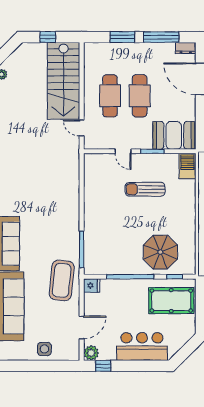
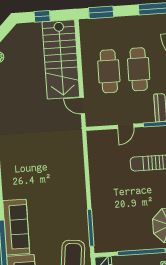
window: (122, 37) -> (101, 12), moved
door: (123, 151) -> (126, 126), hinge flipped

